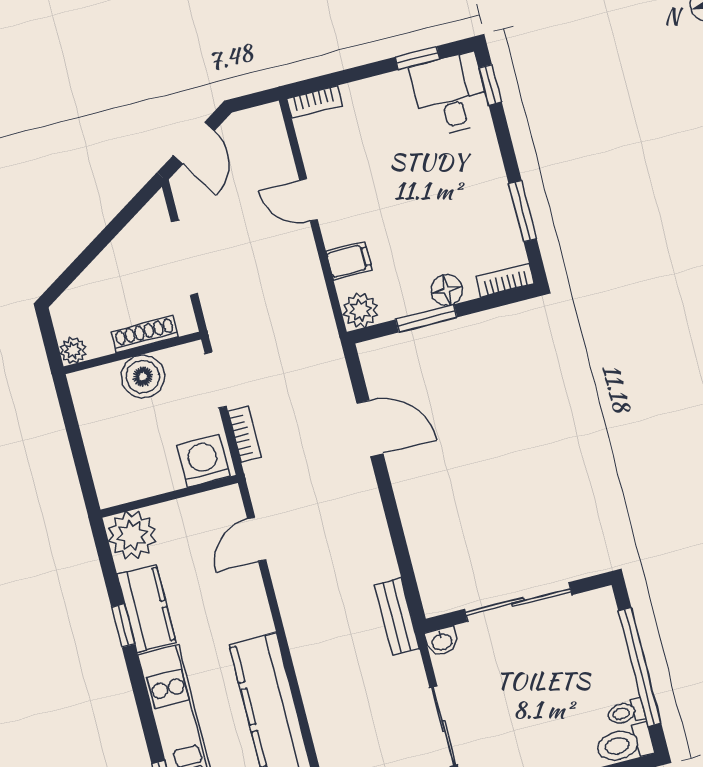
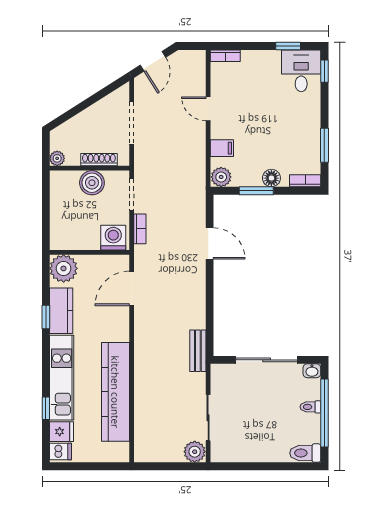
door: (257, 539) -> (132, 288), width x1.38
washbasin: (442, 641) -> (312, 371), moved
toilet: (626, 712) -> (310, 407), moved

